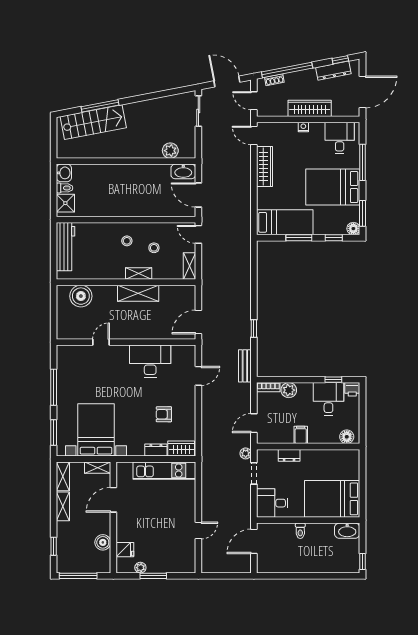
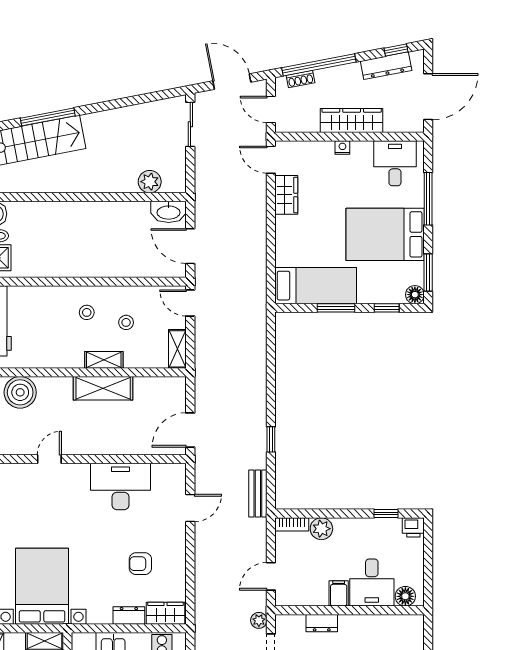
wardrobe: (265, 166) -> (286, 195), width x0.67
desk: (328, 399) -> (372, 583), moved, turned 180

